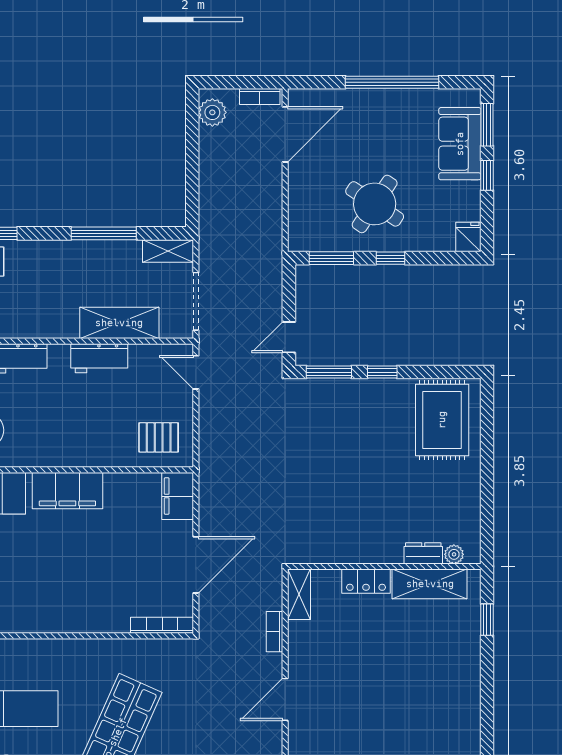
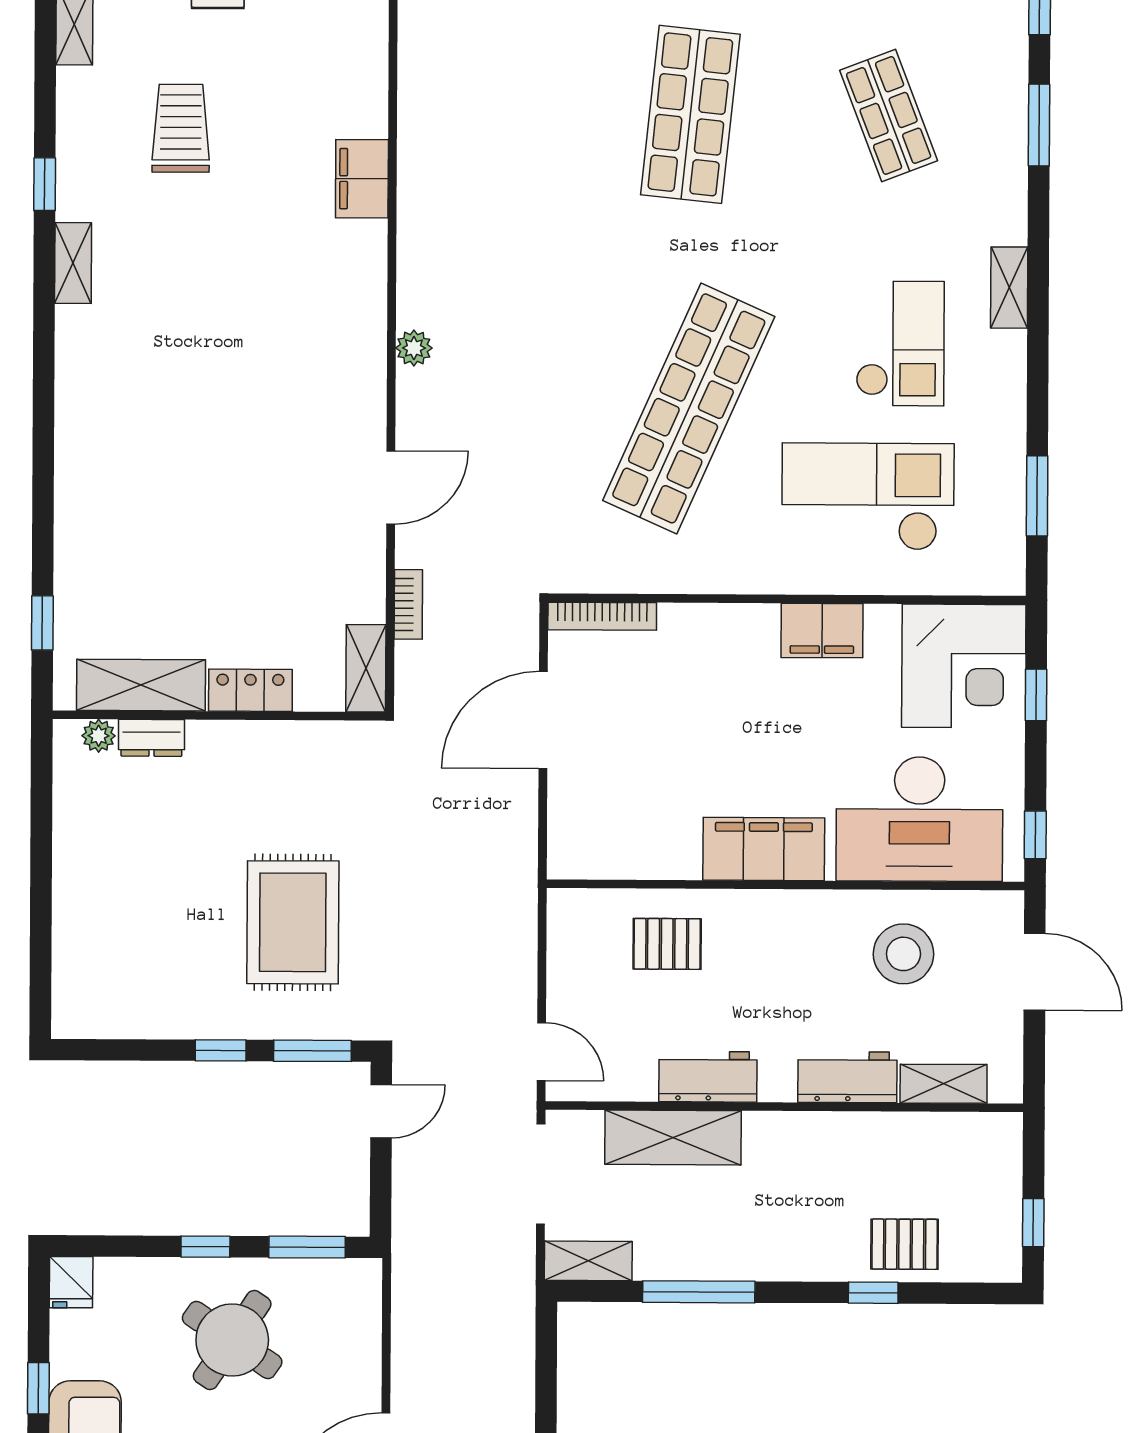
rug: (442, 420) -> (293, 922), moved
pallet: (159, 437) -> (667, 944), moved
filing cabinet: (178, 496) -> (822, 631), moved, turned 90

